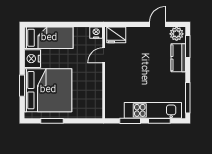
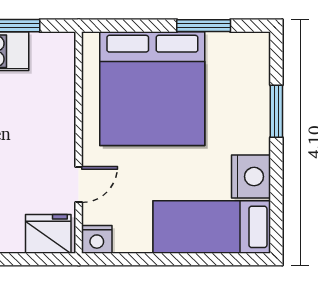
bed: (48, 90) -> (152, 89), moved, turned -90

